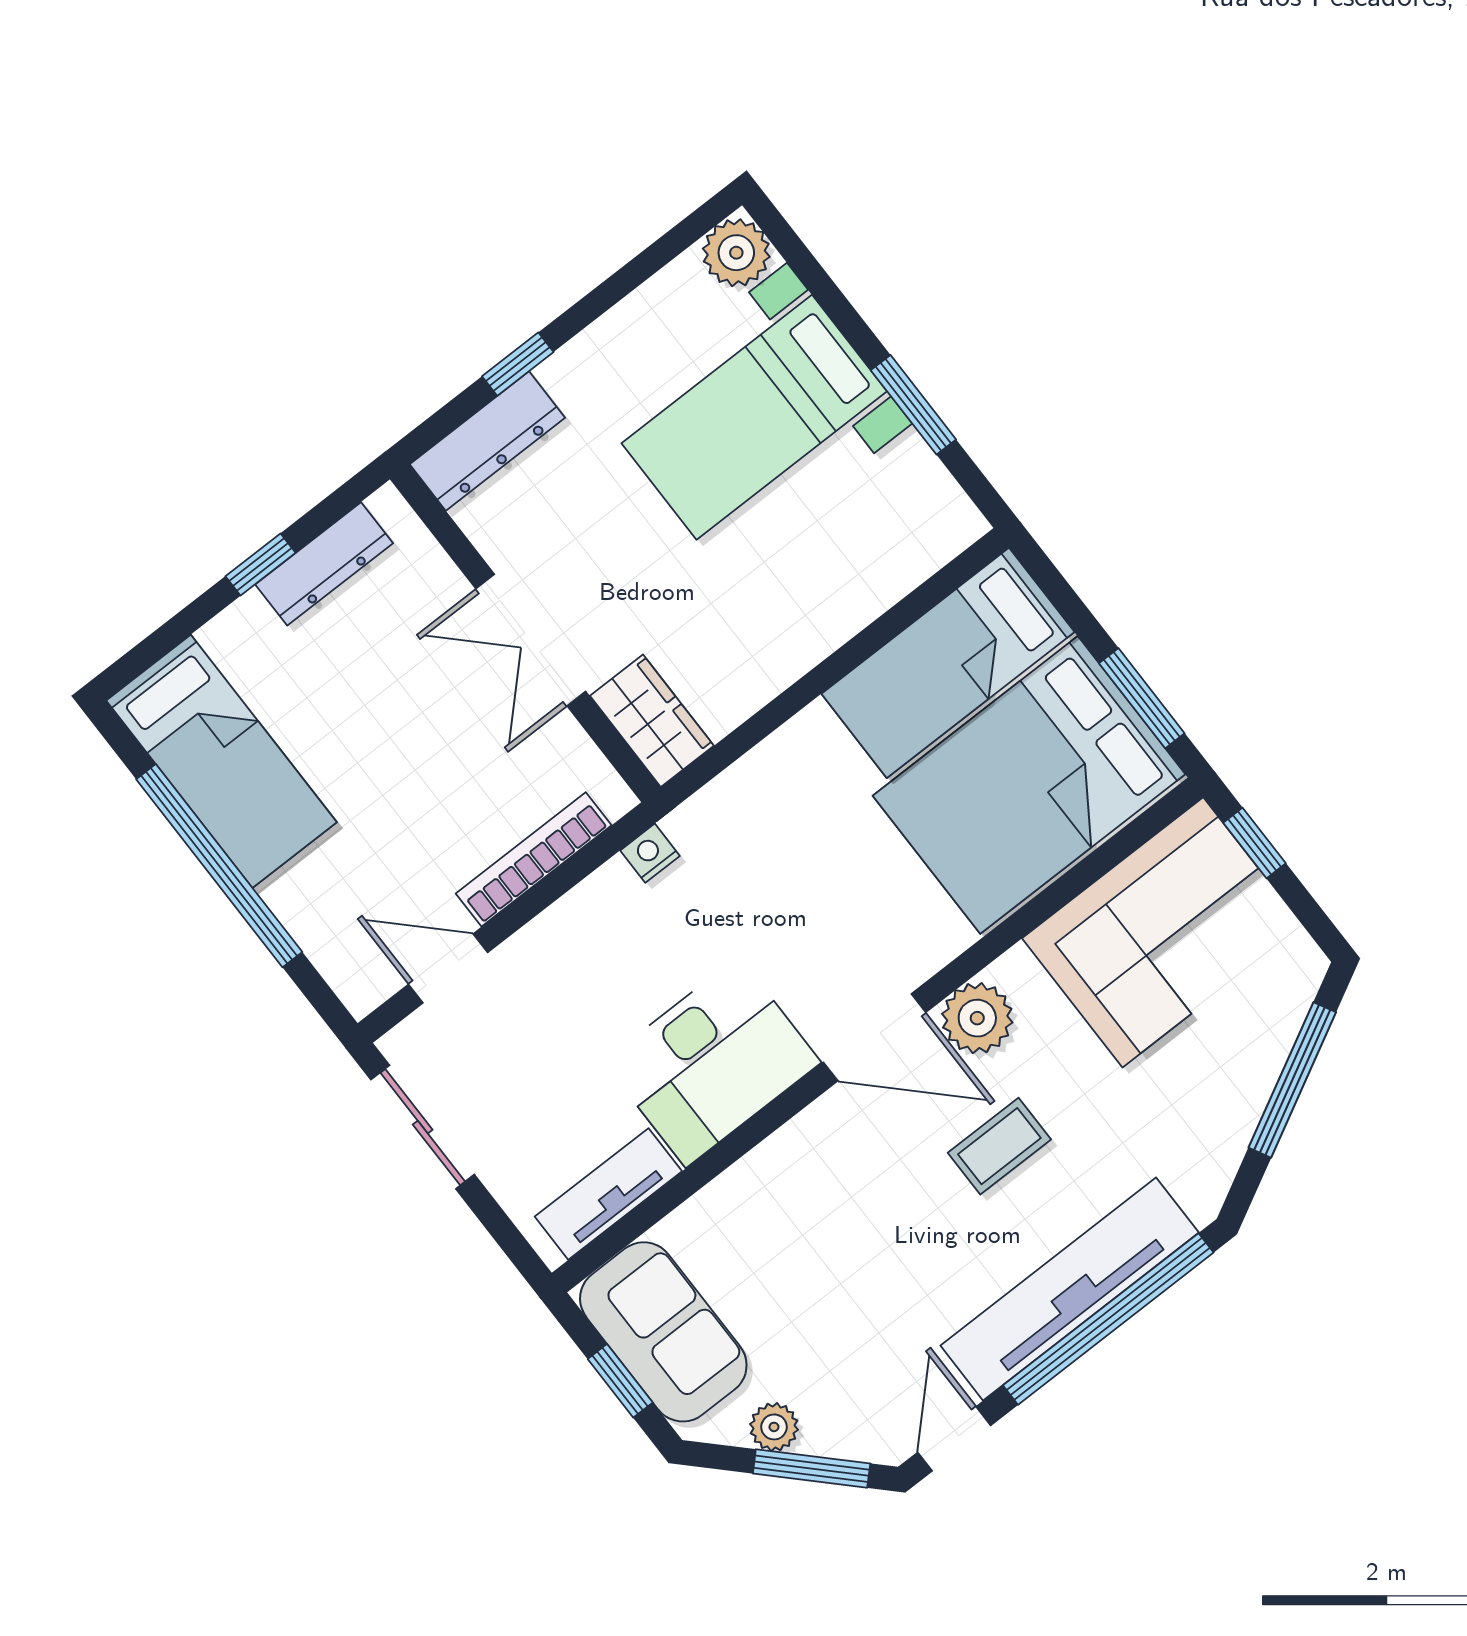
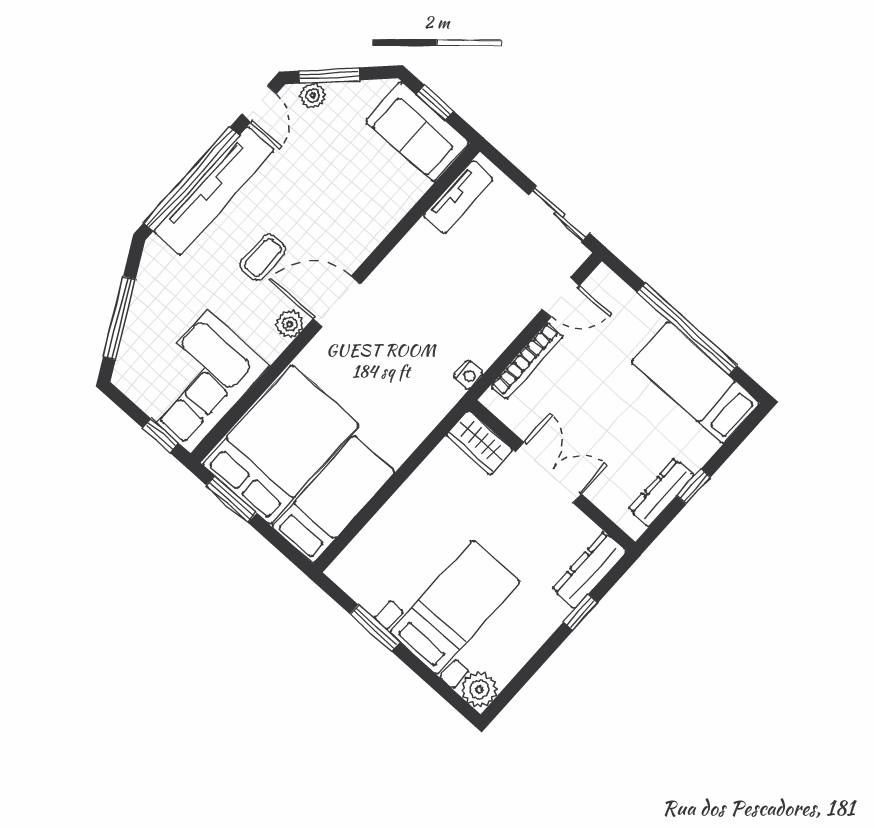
plant: (977, 1018) -> (290, 324), width x0.73, depth x0.73
desk: (712, 1062) -> (417, 274), removed
plant: (774, 1427) -> (313, 95), moved

